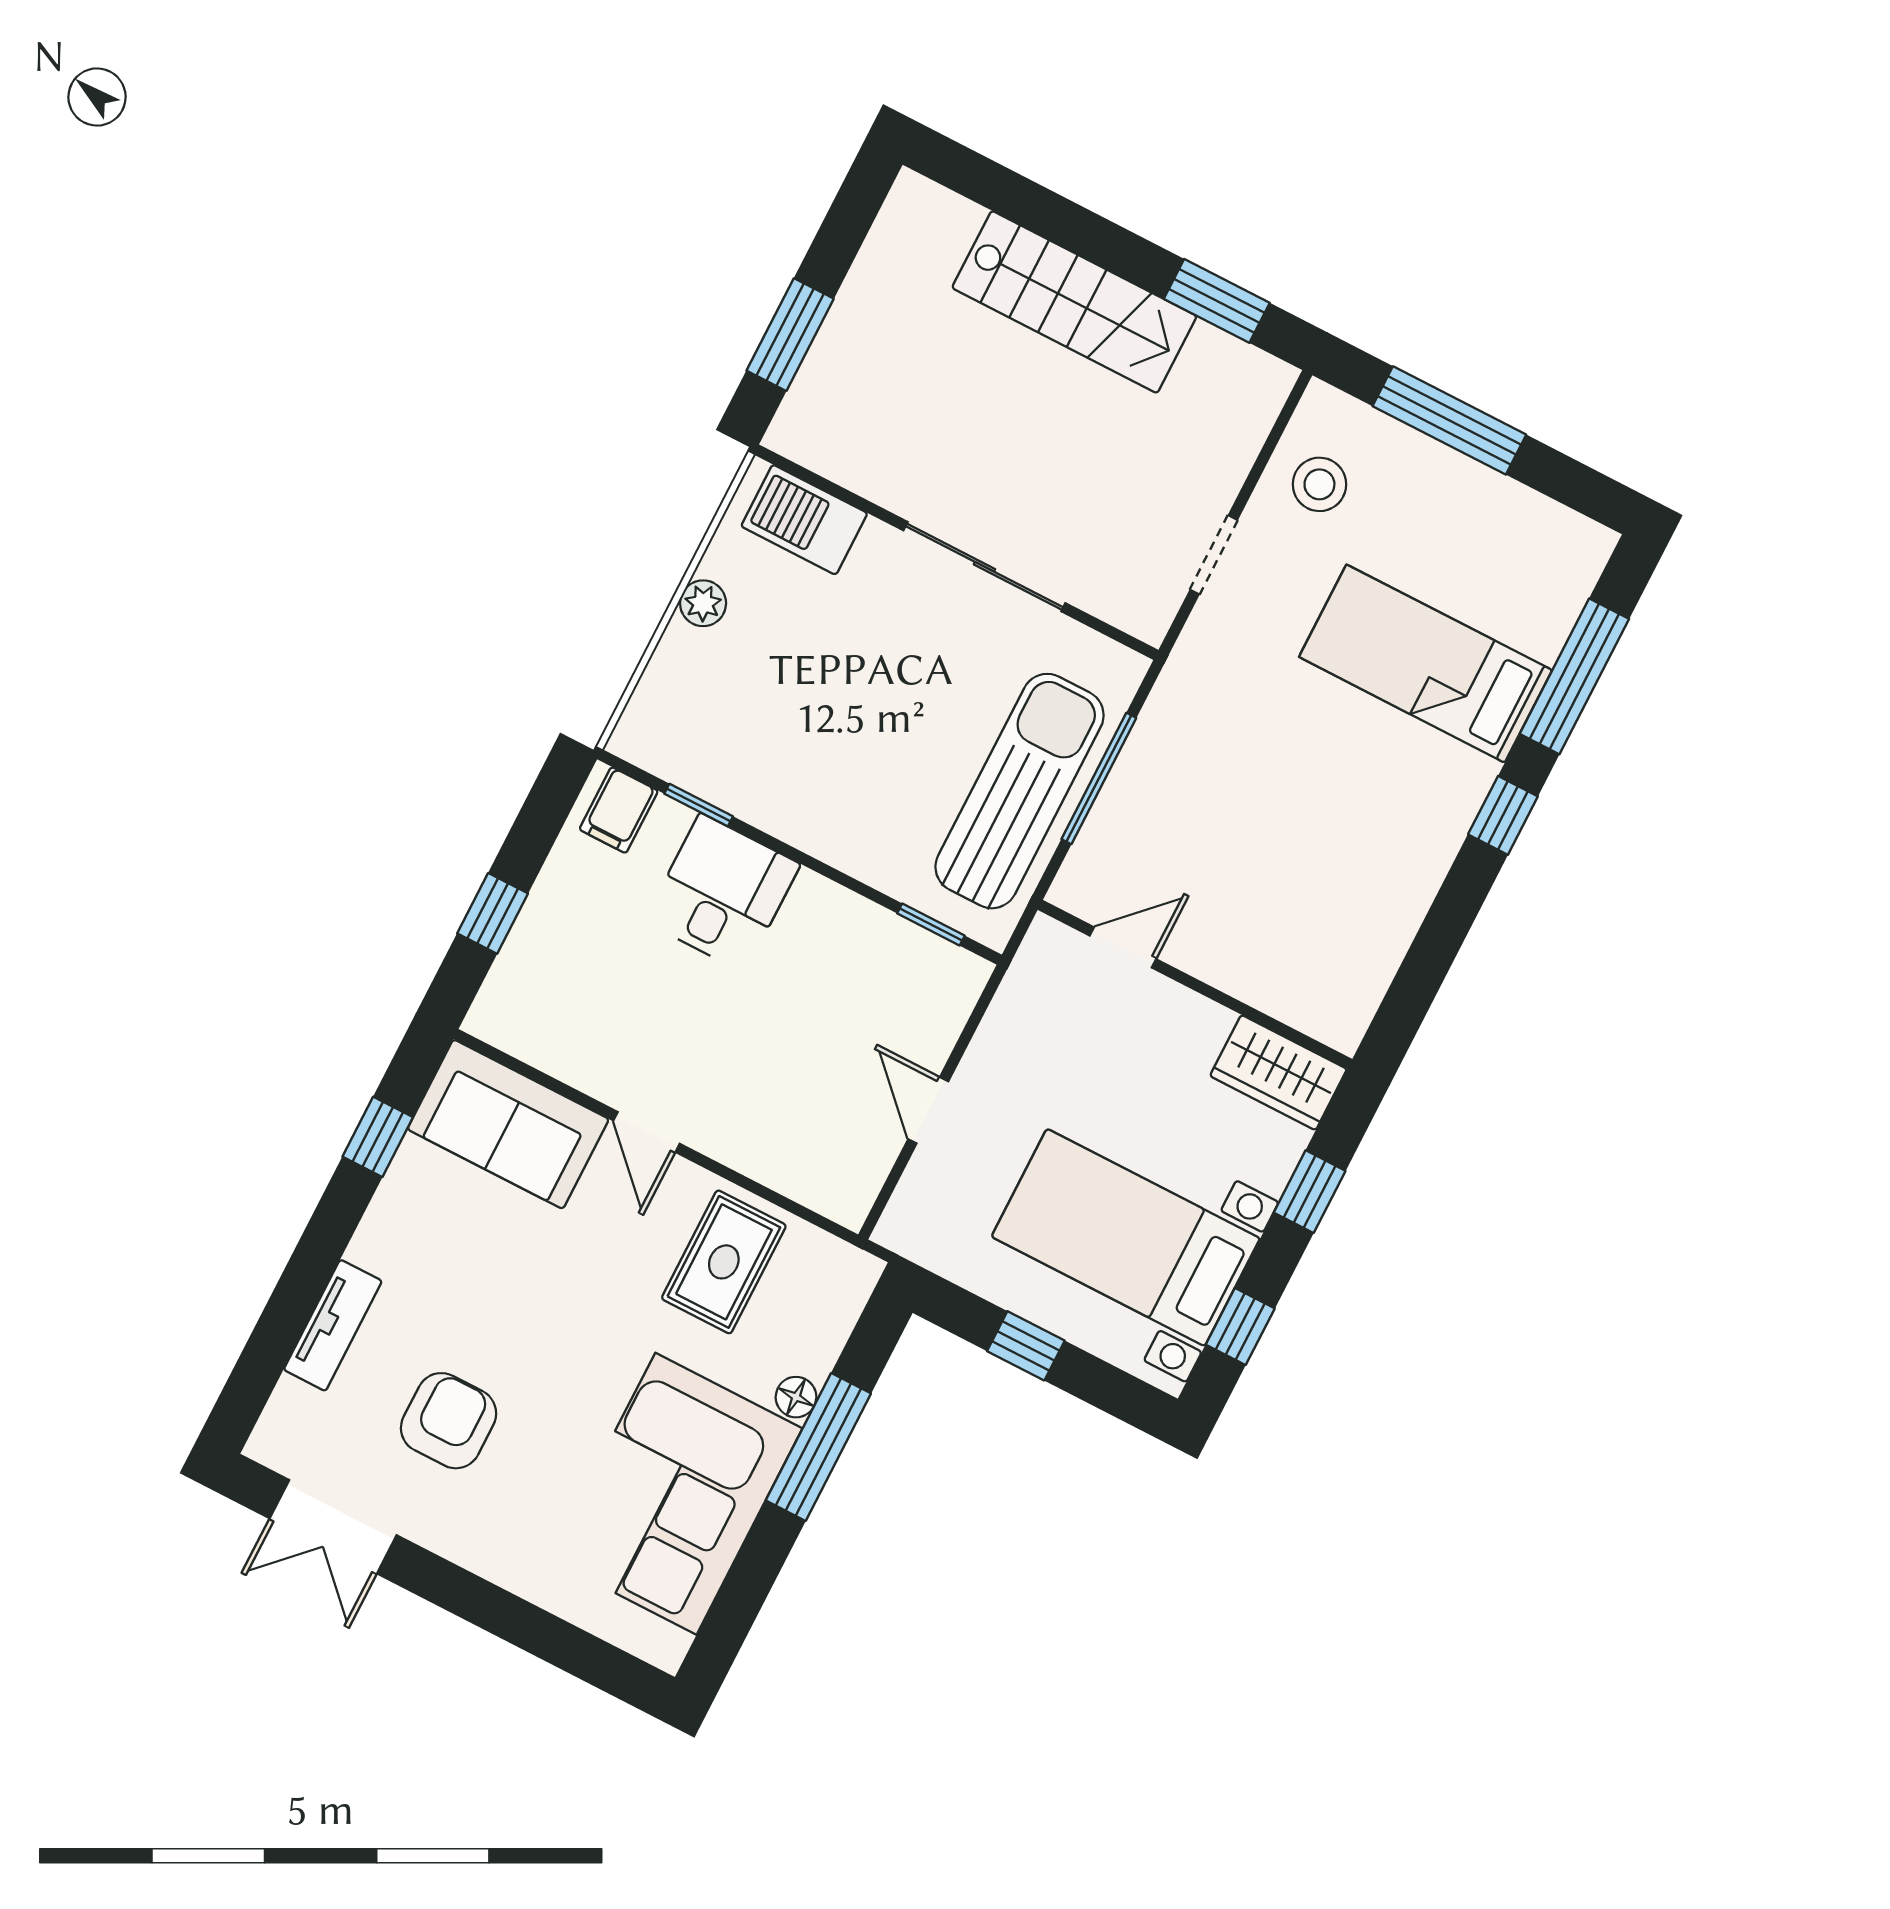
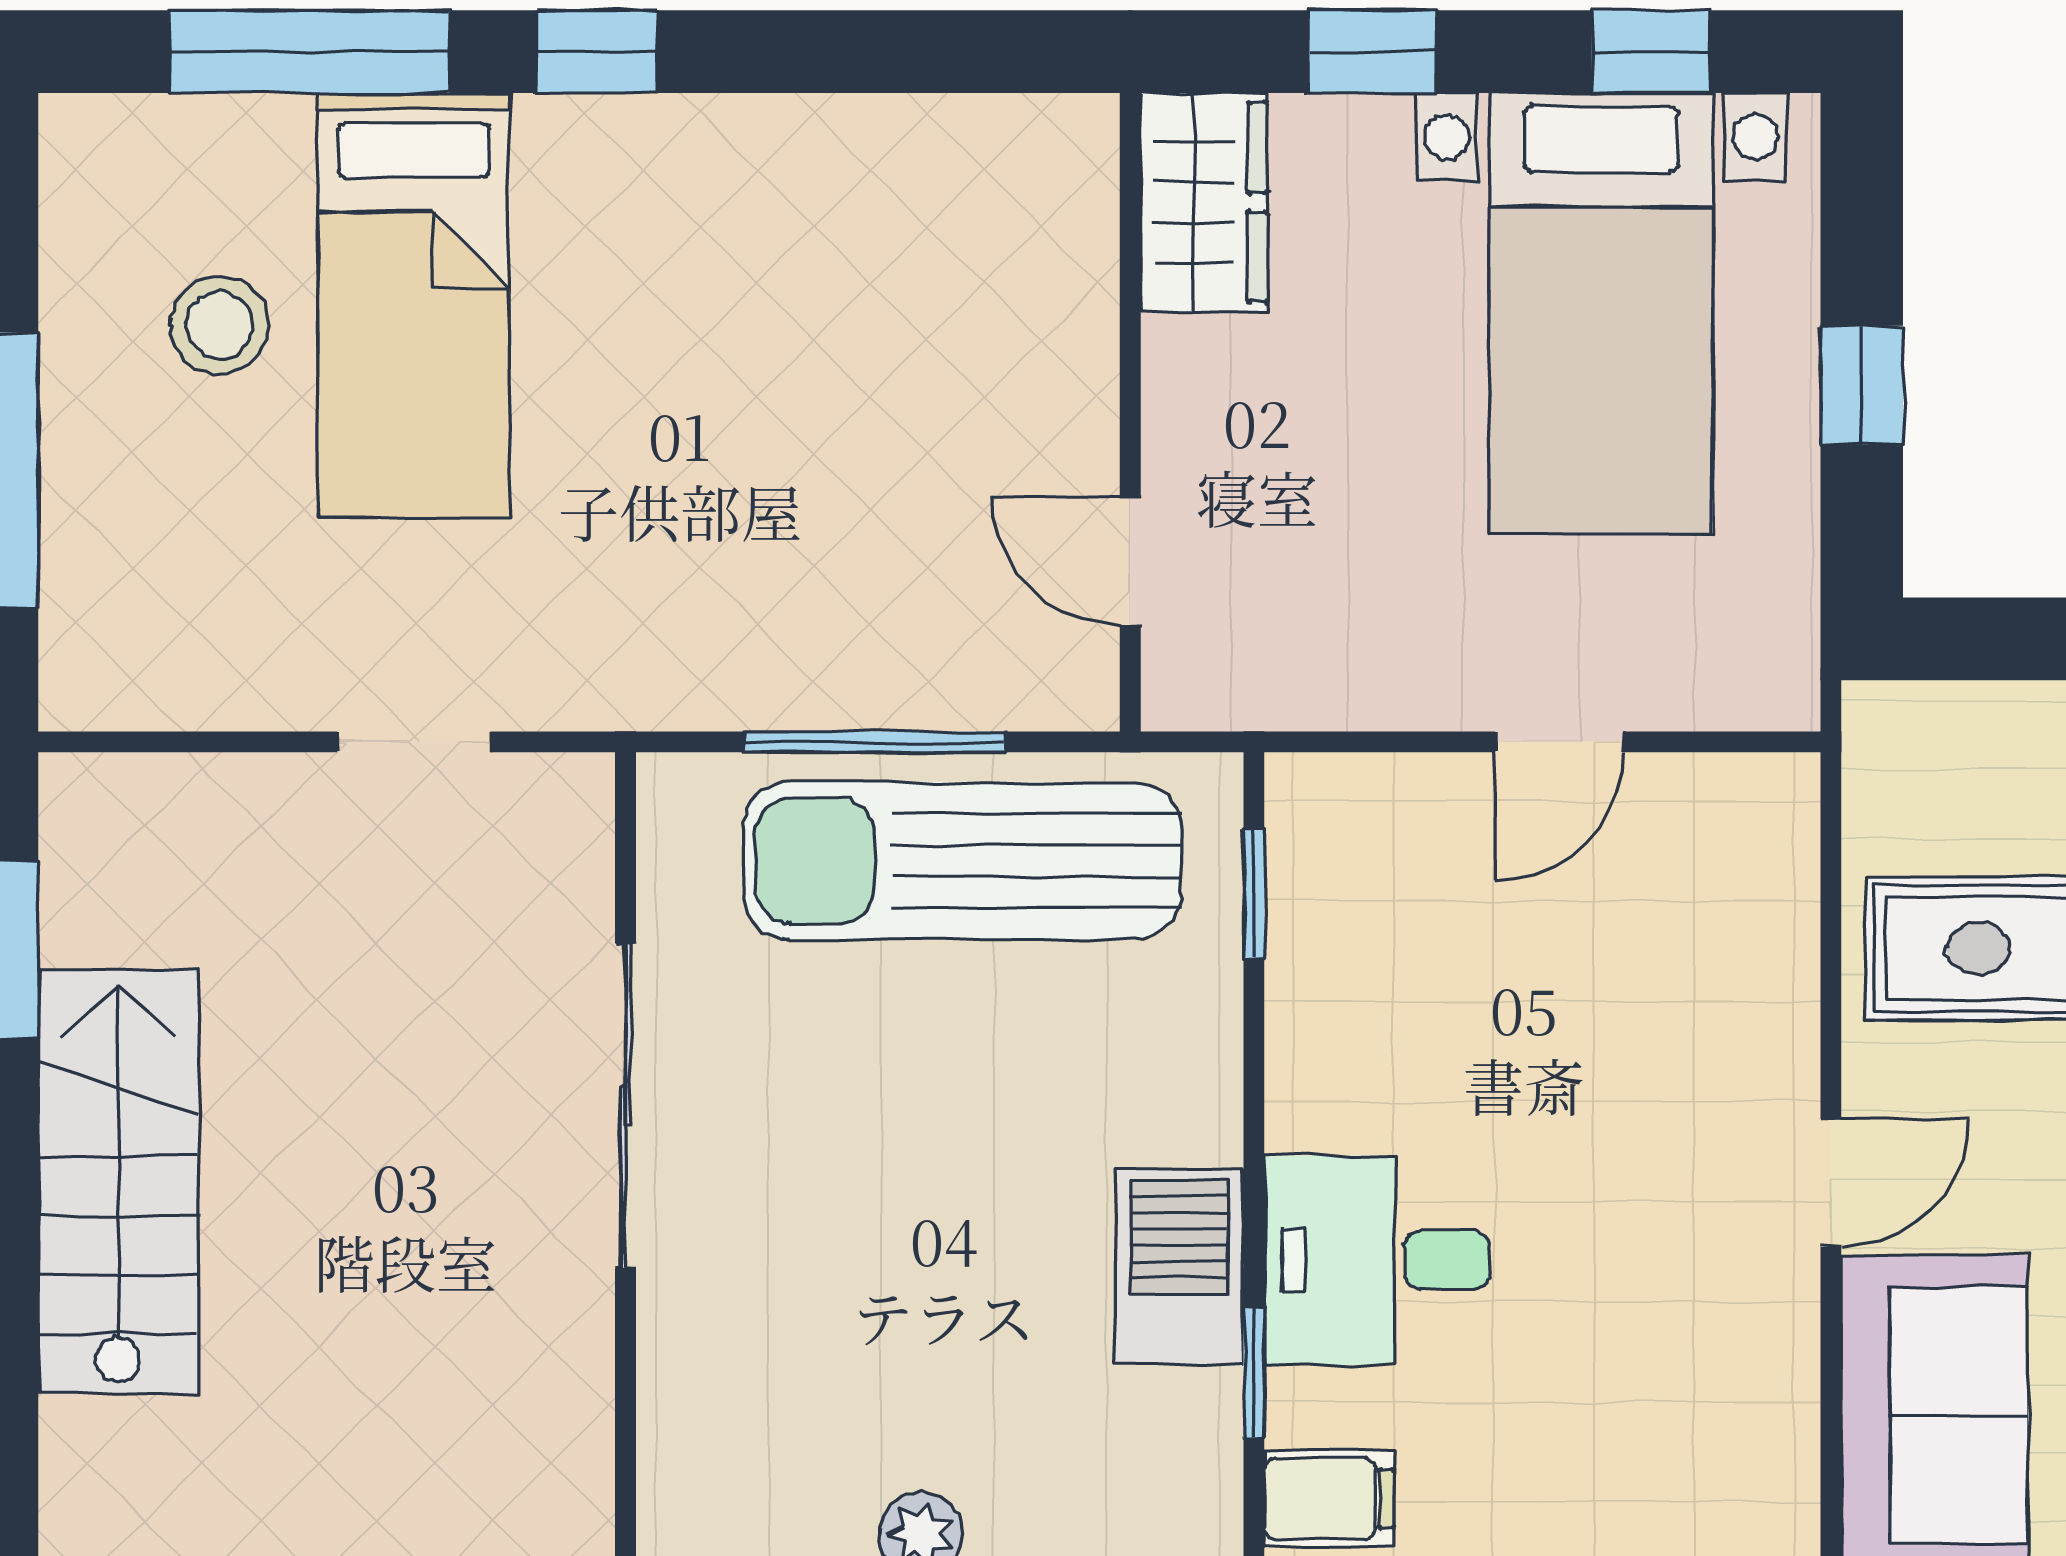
stool: (1319, 484) -> (220, 325), moved
barbecue: (804, 520) -> (1180, 1266), moved, turned 180

